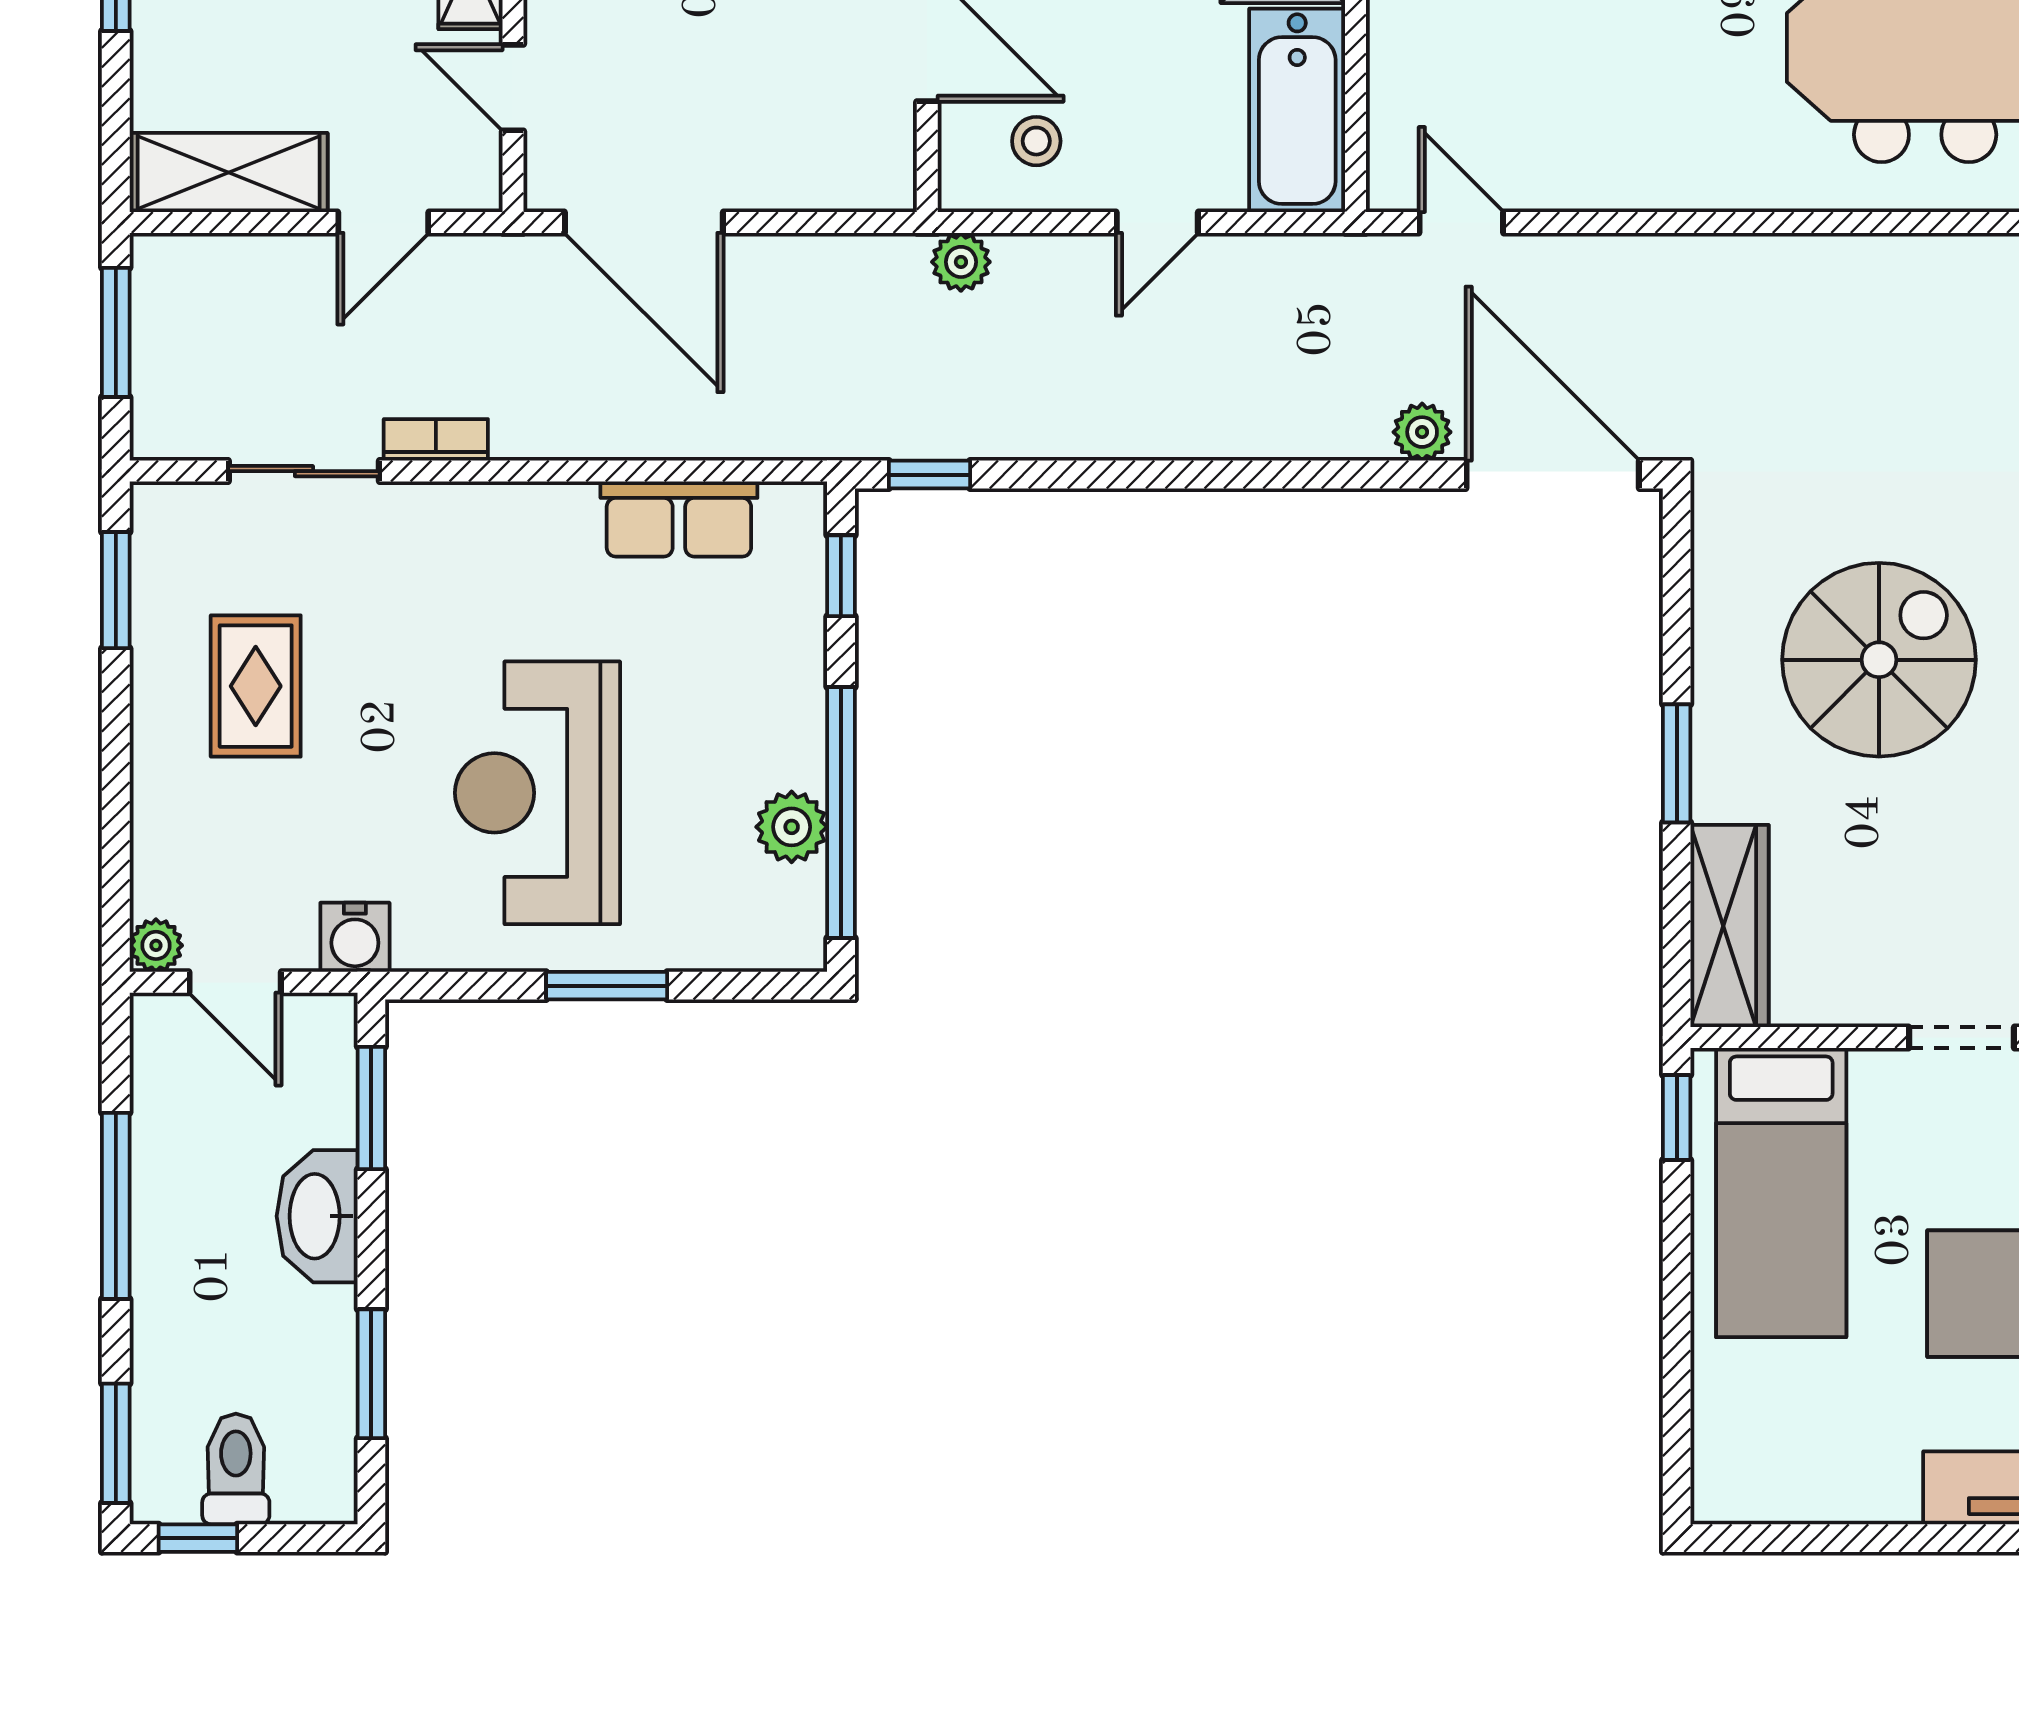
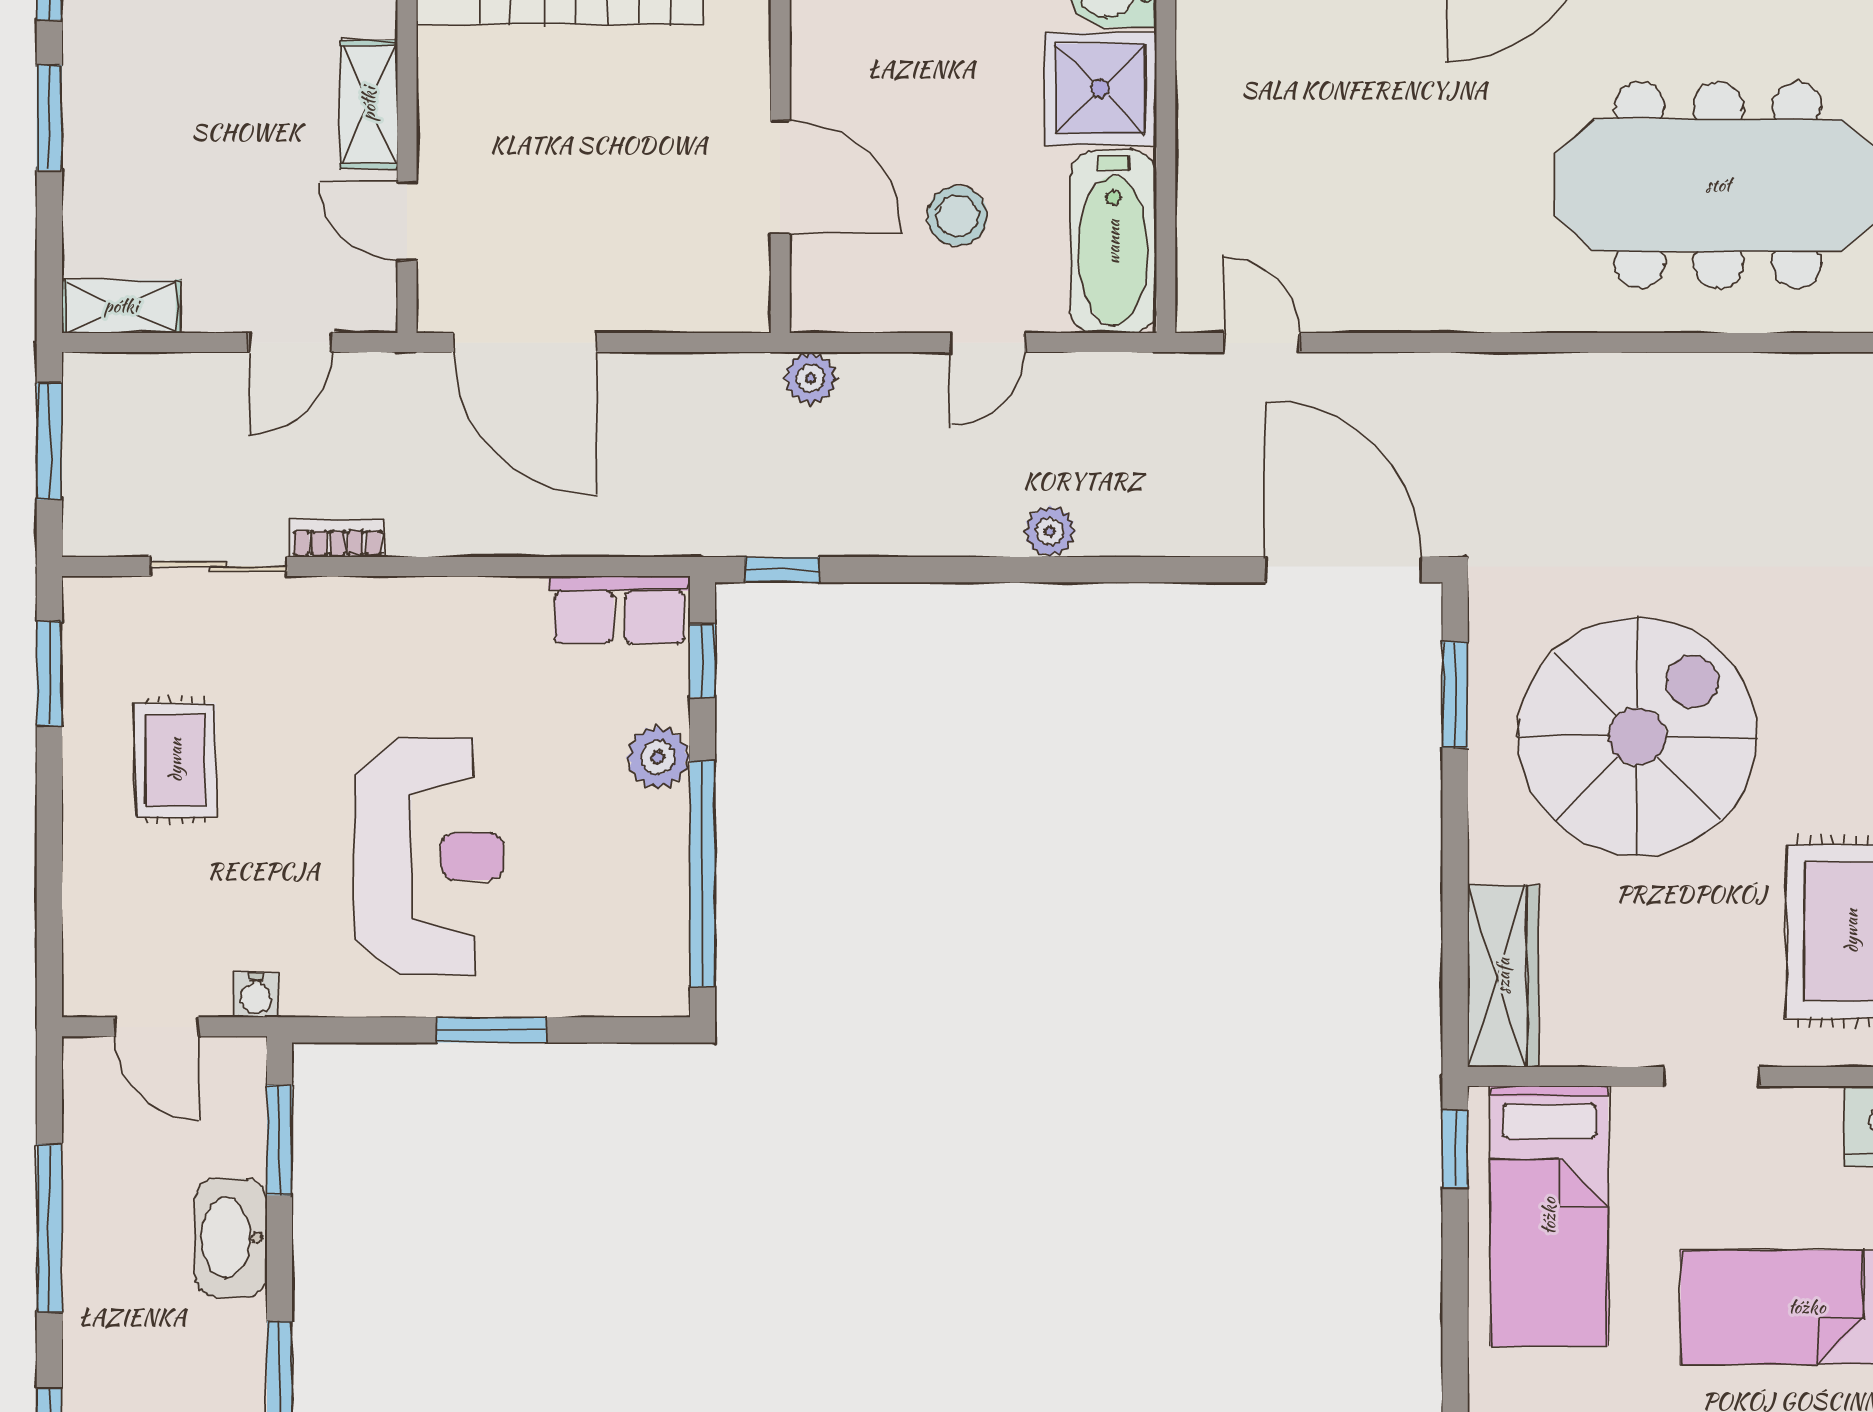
stool: (1036, 141) -> (957, 216), moved, width x1.37, depth x1.37
shelving: (229, 172) -> (121, 306), width x0.67, depth x0.75
plant: (1422, 432) -> (1050, 531), moved
row of seats: (679, 519) -> (619, 610), moved
spiral stairs: (1879, 660) -> (1637, 736), width x1.37, depth x1.37
window: (1677, 763) -> (1455, 695), moved
reception desk: (537, 793) -> (429, 856), turned 180
plant: (792, 827) -> (658, 757), moved
water cooler: (355, 937) -> (256, 995), width x0.72, depth x0.72
plant: (156, 945) -> (86, 994), removed

